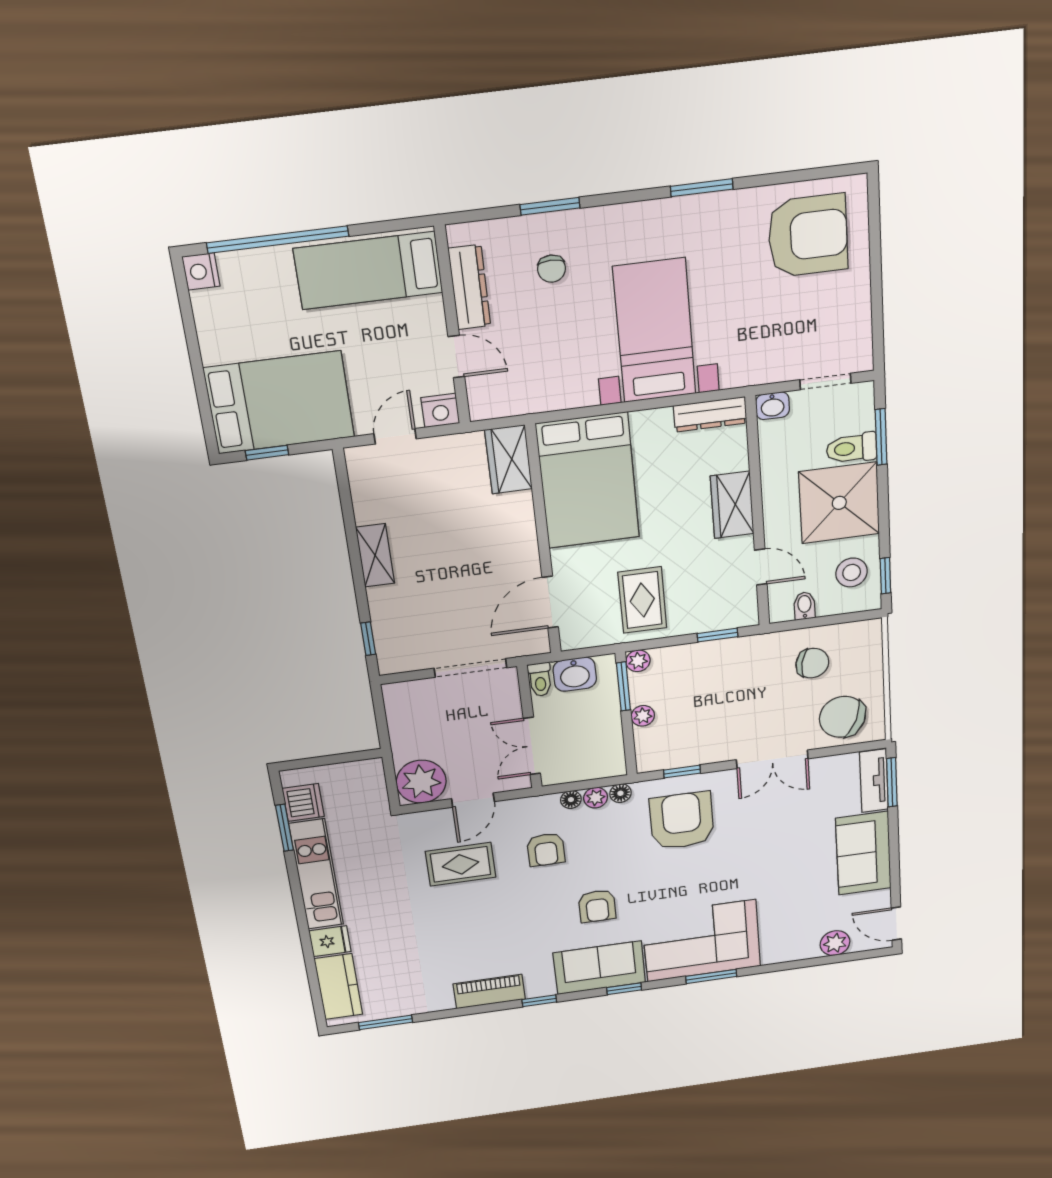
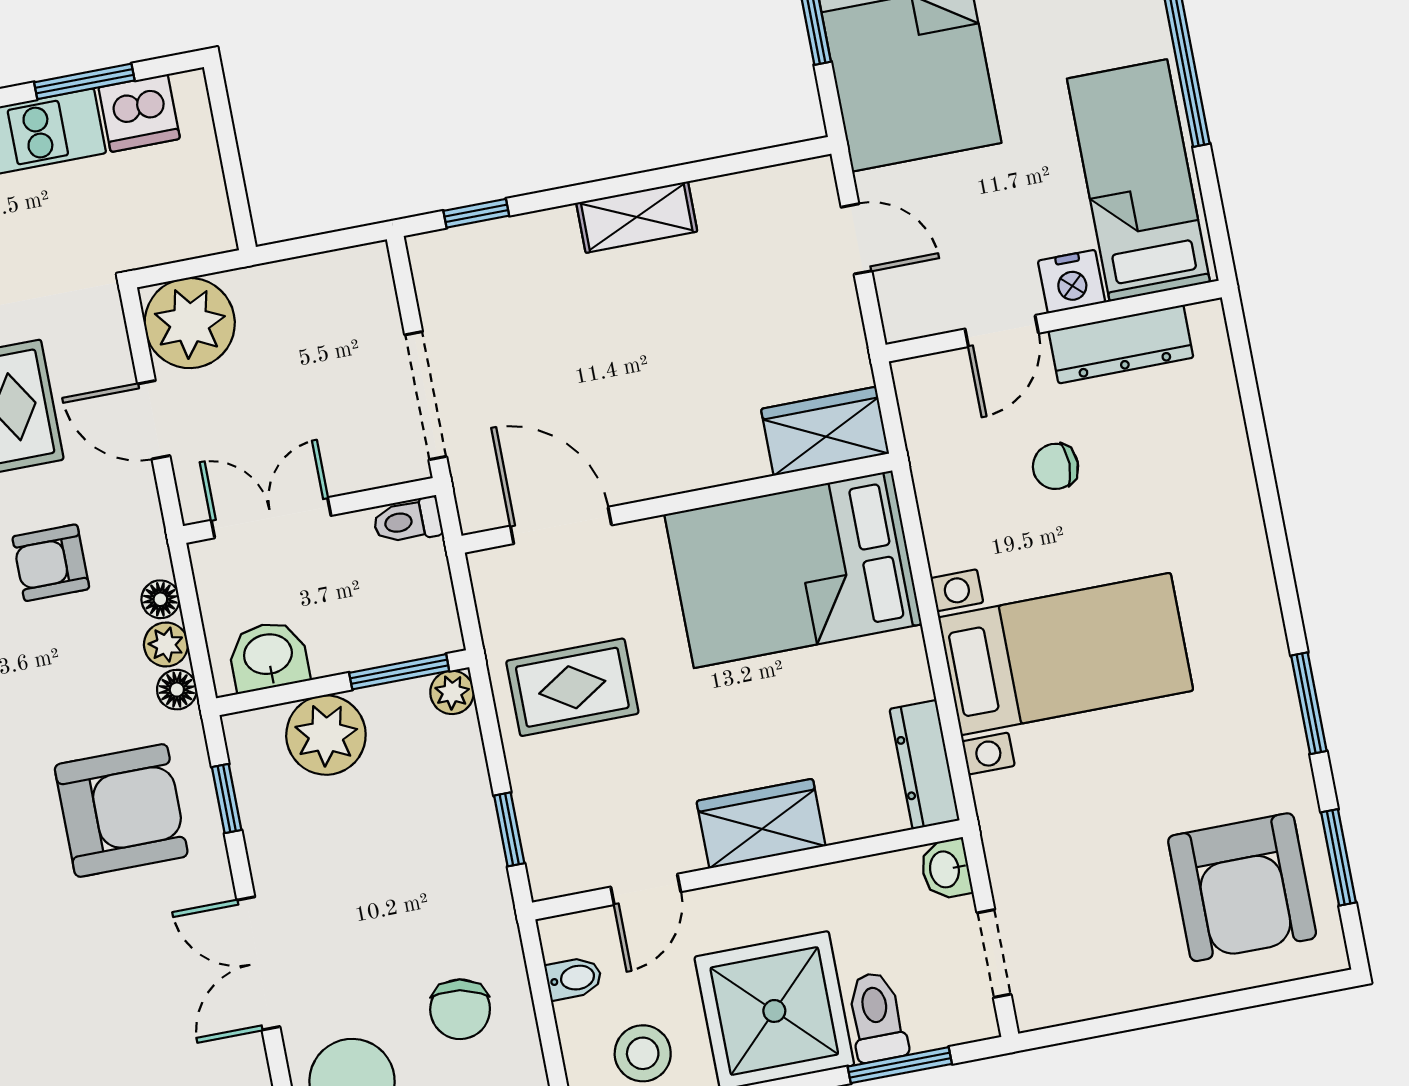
window: (550, 206) -> (1339, 857), moved
chair: (552, 269) -> (1055, 466), moved
nightstand: (440, 410) -> (1071, 282), moved, turned -90
washbasin: (575, 674) -> (268, 656), moved, turned 90
plant: (643, 716) -> (326, 735), width x1.87, depth x1.87

